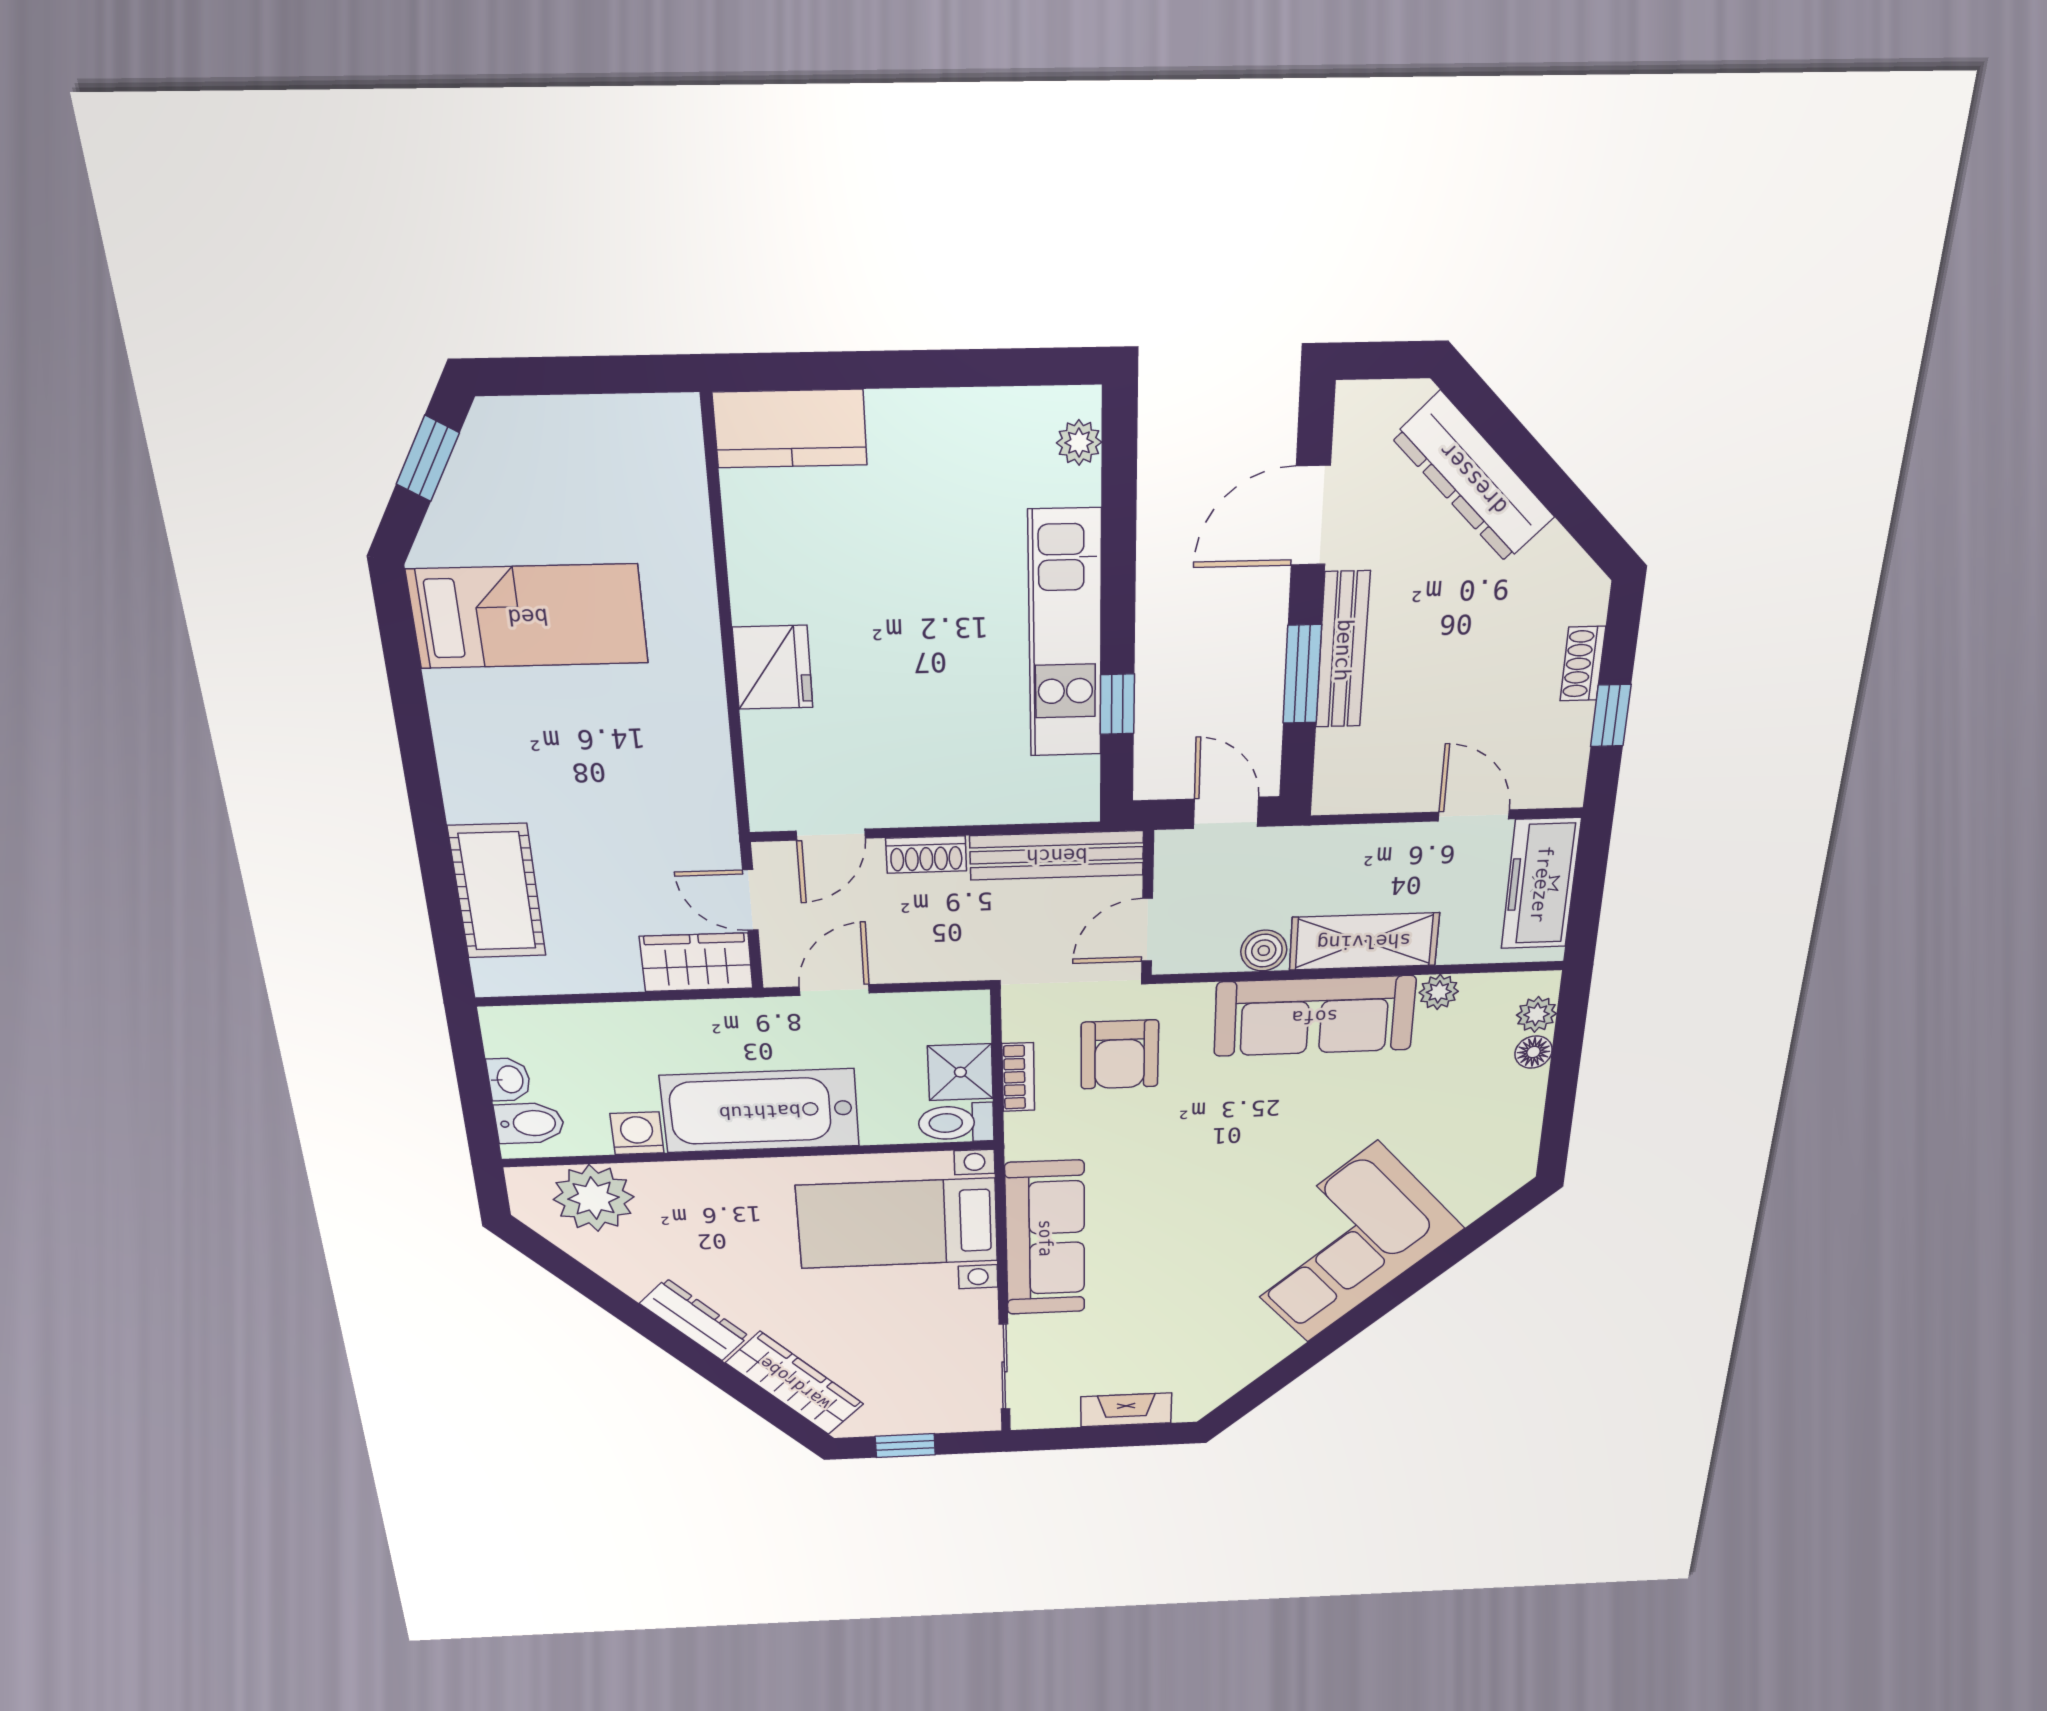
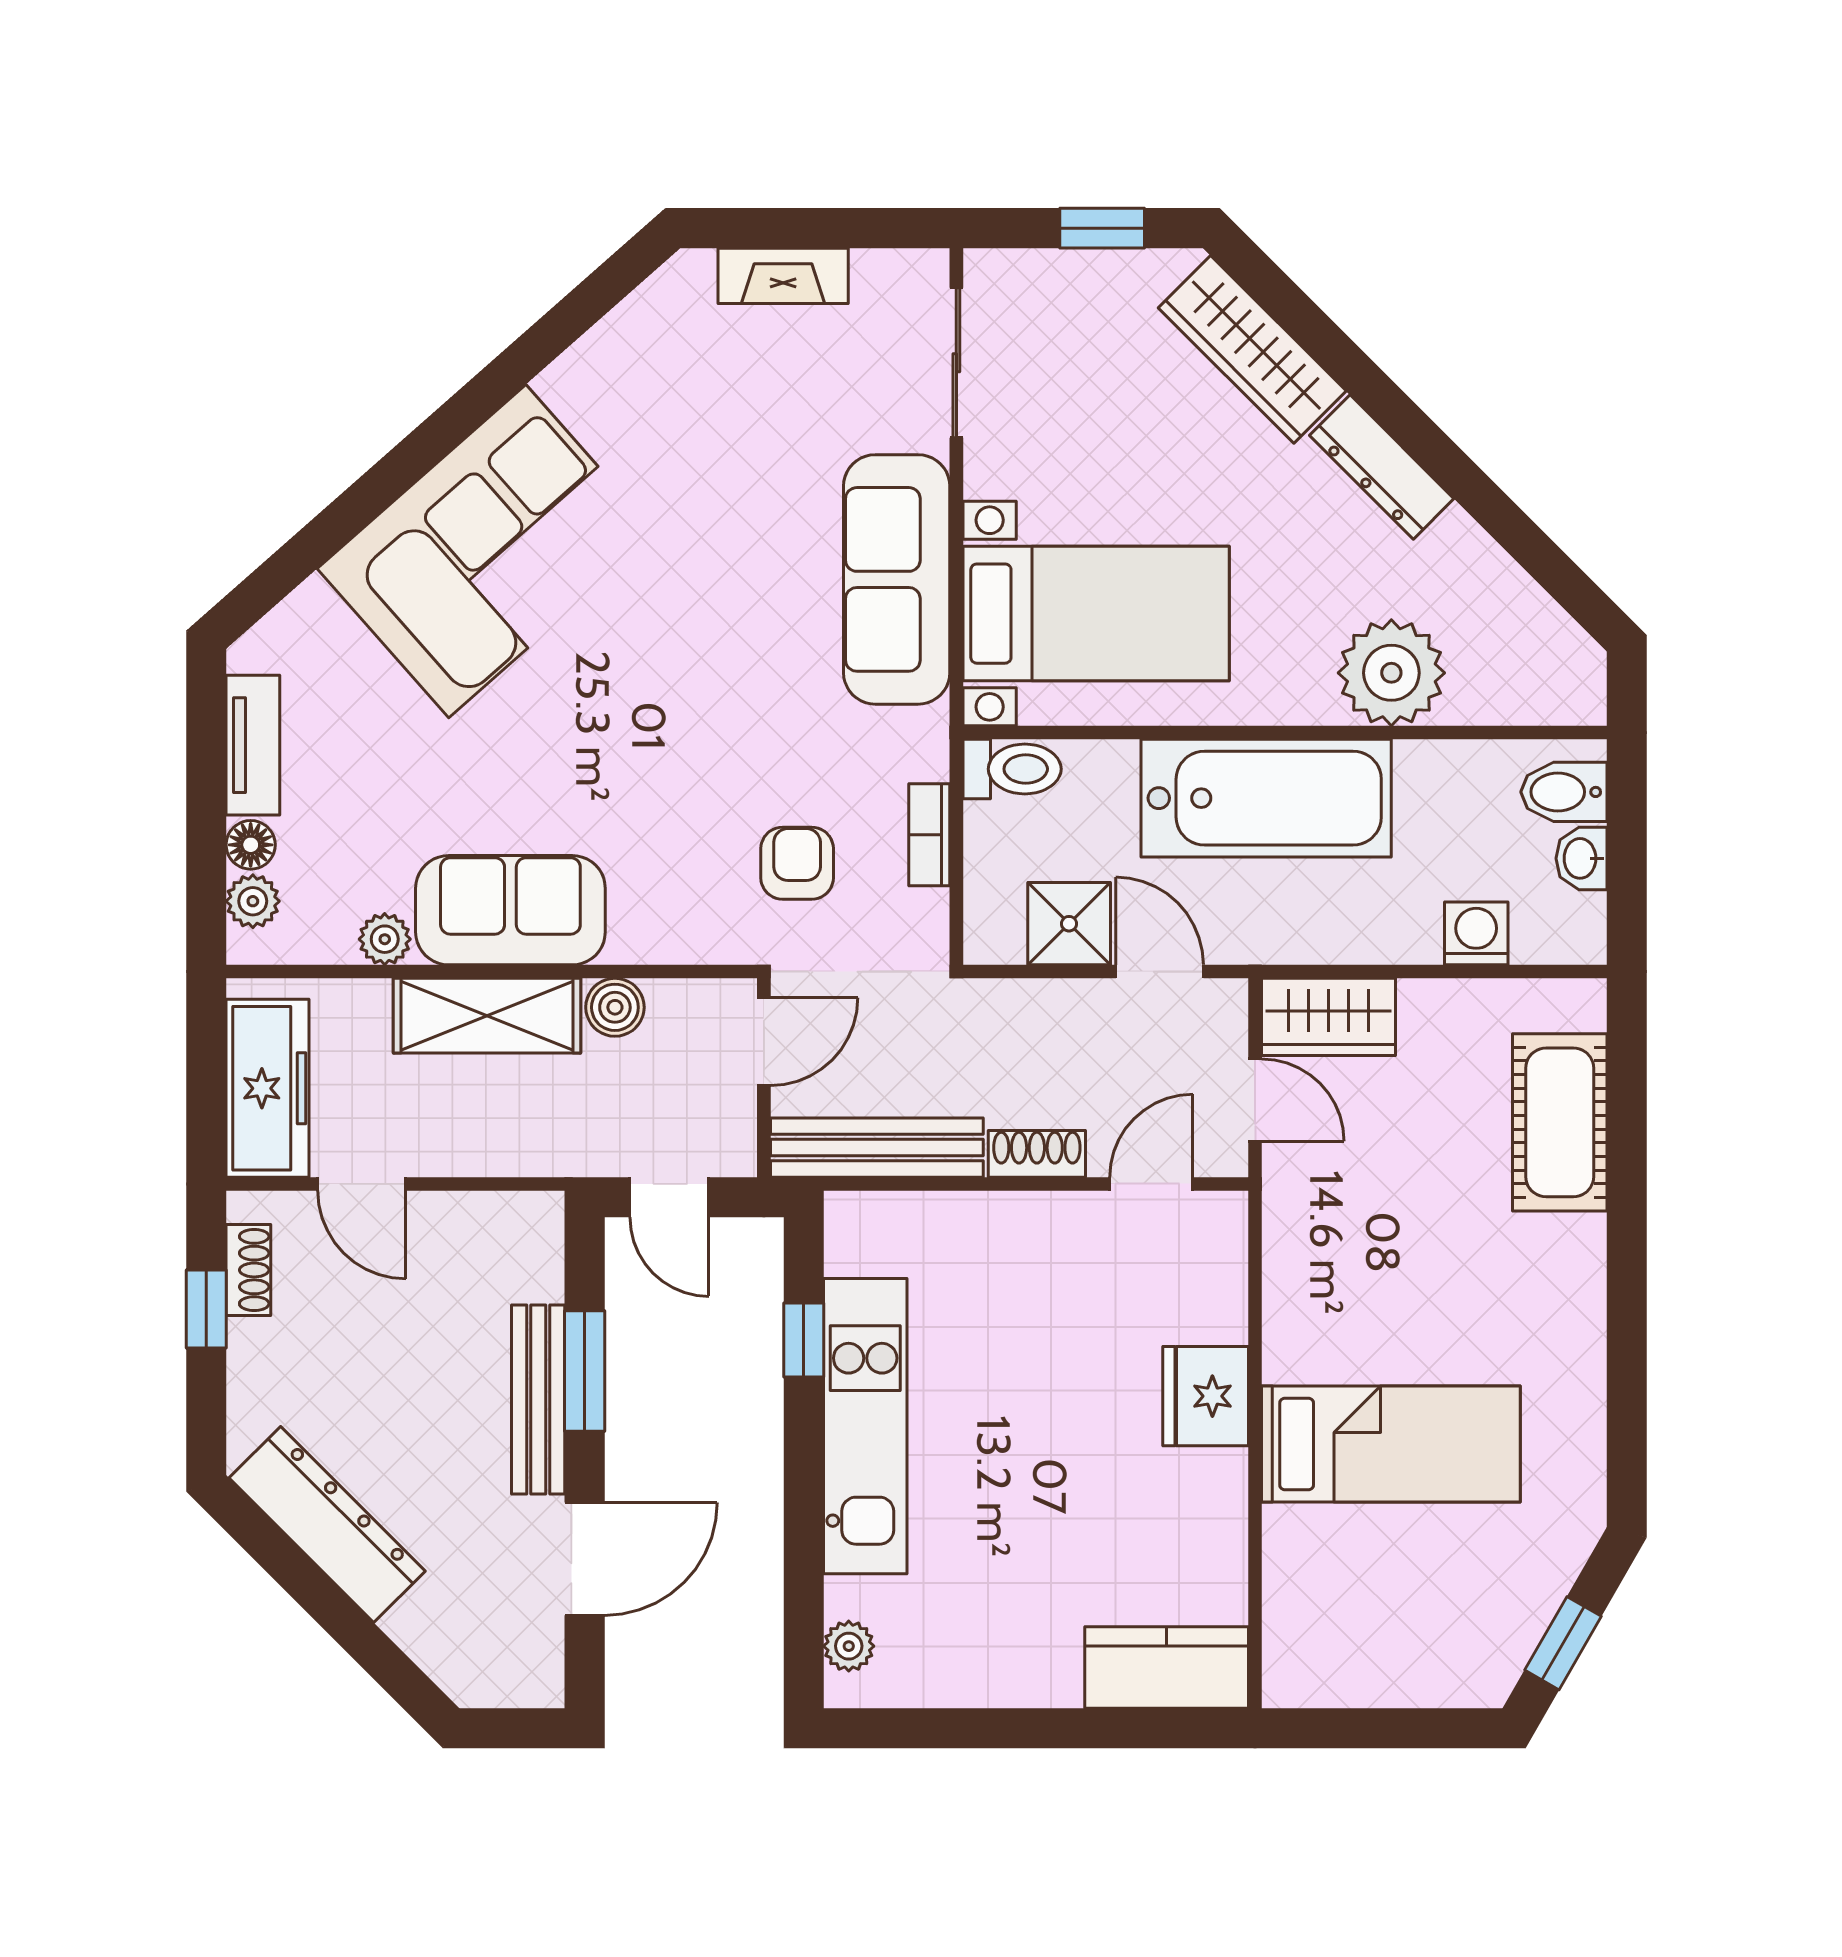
dresser: (1474, 478) -> (327, 1525), moved
bed: (528, 616) -> (1391, 1444), moved, turned 180
shoe rack: (1583, 664) -> (248, 1270), moved
door: (834, 990) -> (1160, 972), swing flipped
sofa: (1315, 1016) -> (510, 910), width x0.73
armchair: (1120, 1055) -> (797, 863), width x0.72, depth x0.72
shower: (960, 1072) -> (1069, 924), moved
tv unit: (1524, 1117) -> (253, 745), added
washing machine: (637, 1133) -> (1476, 933), moved, turned 180
plant: (594, 1198) -> (1391, 673), moved

